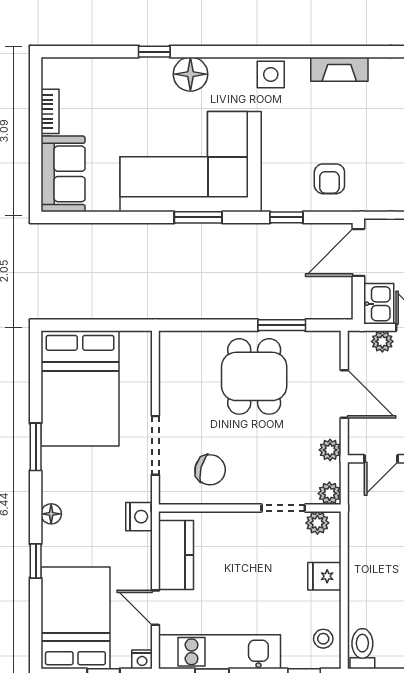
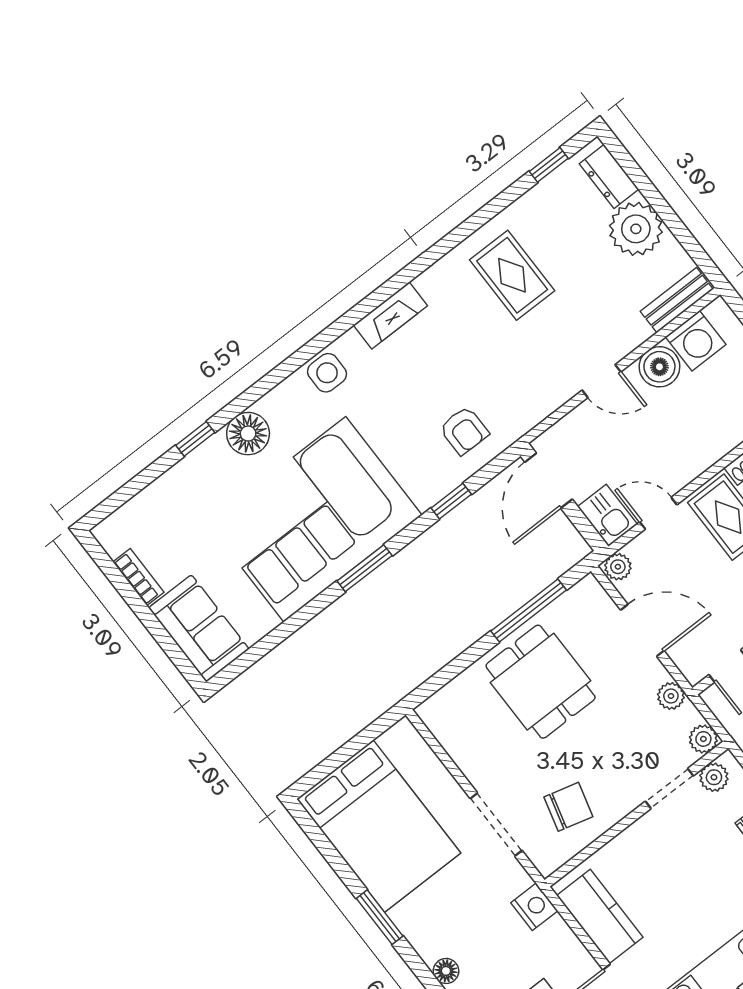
window: (282, 325) -> (529, 610), width x1.44
plant: (382, 341) -> (618, 567), moved

